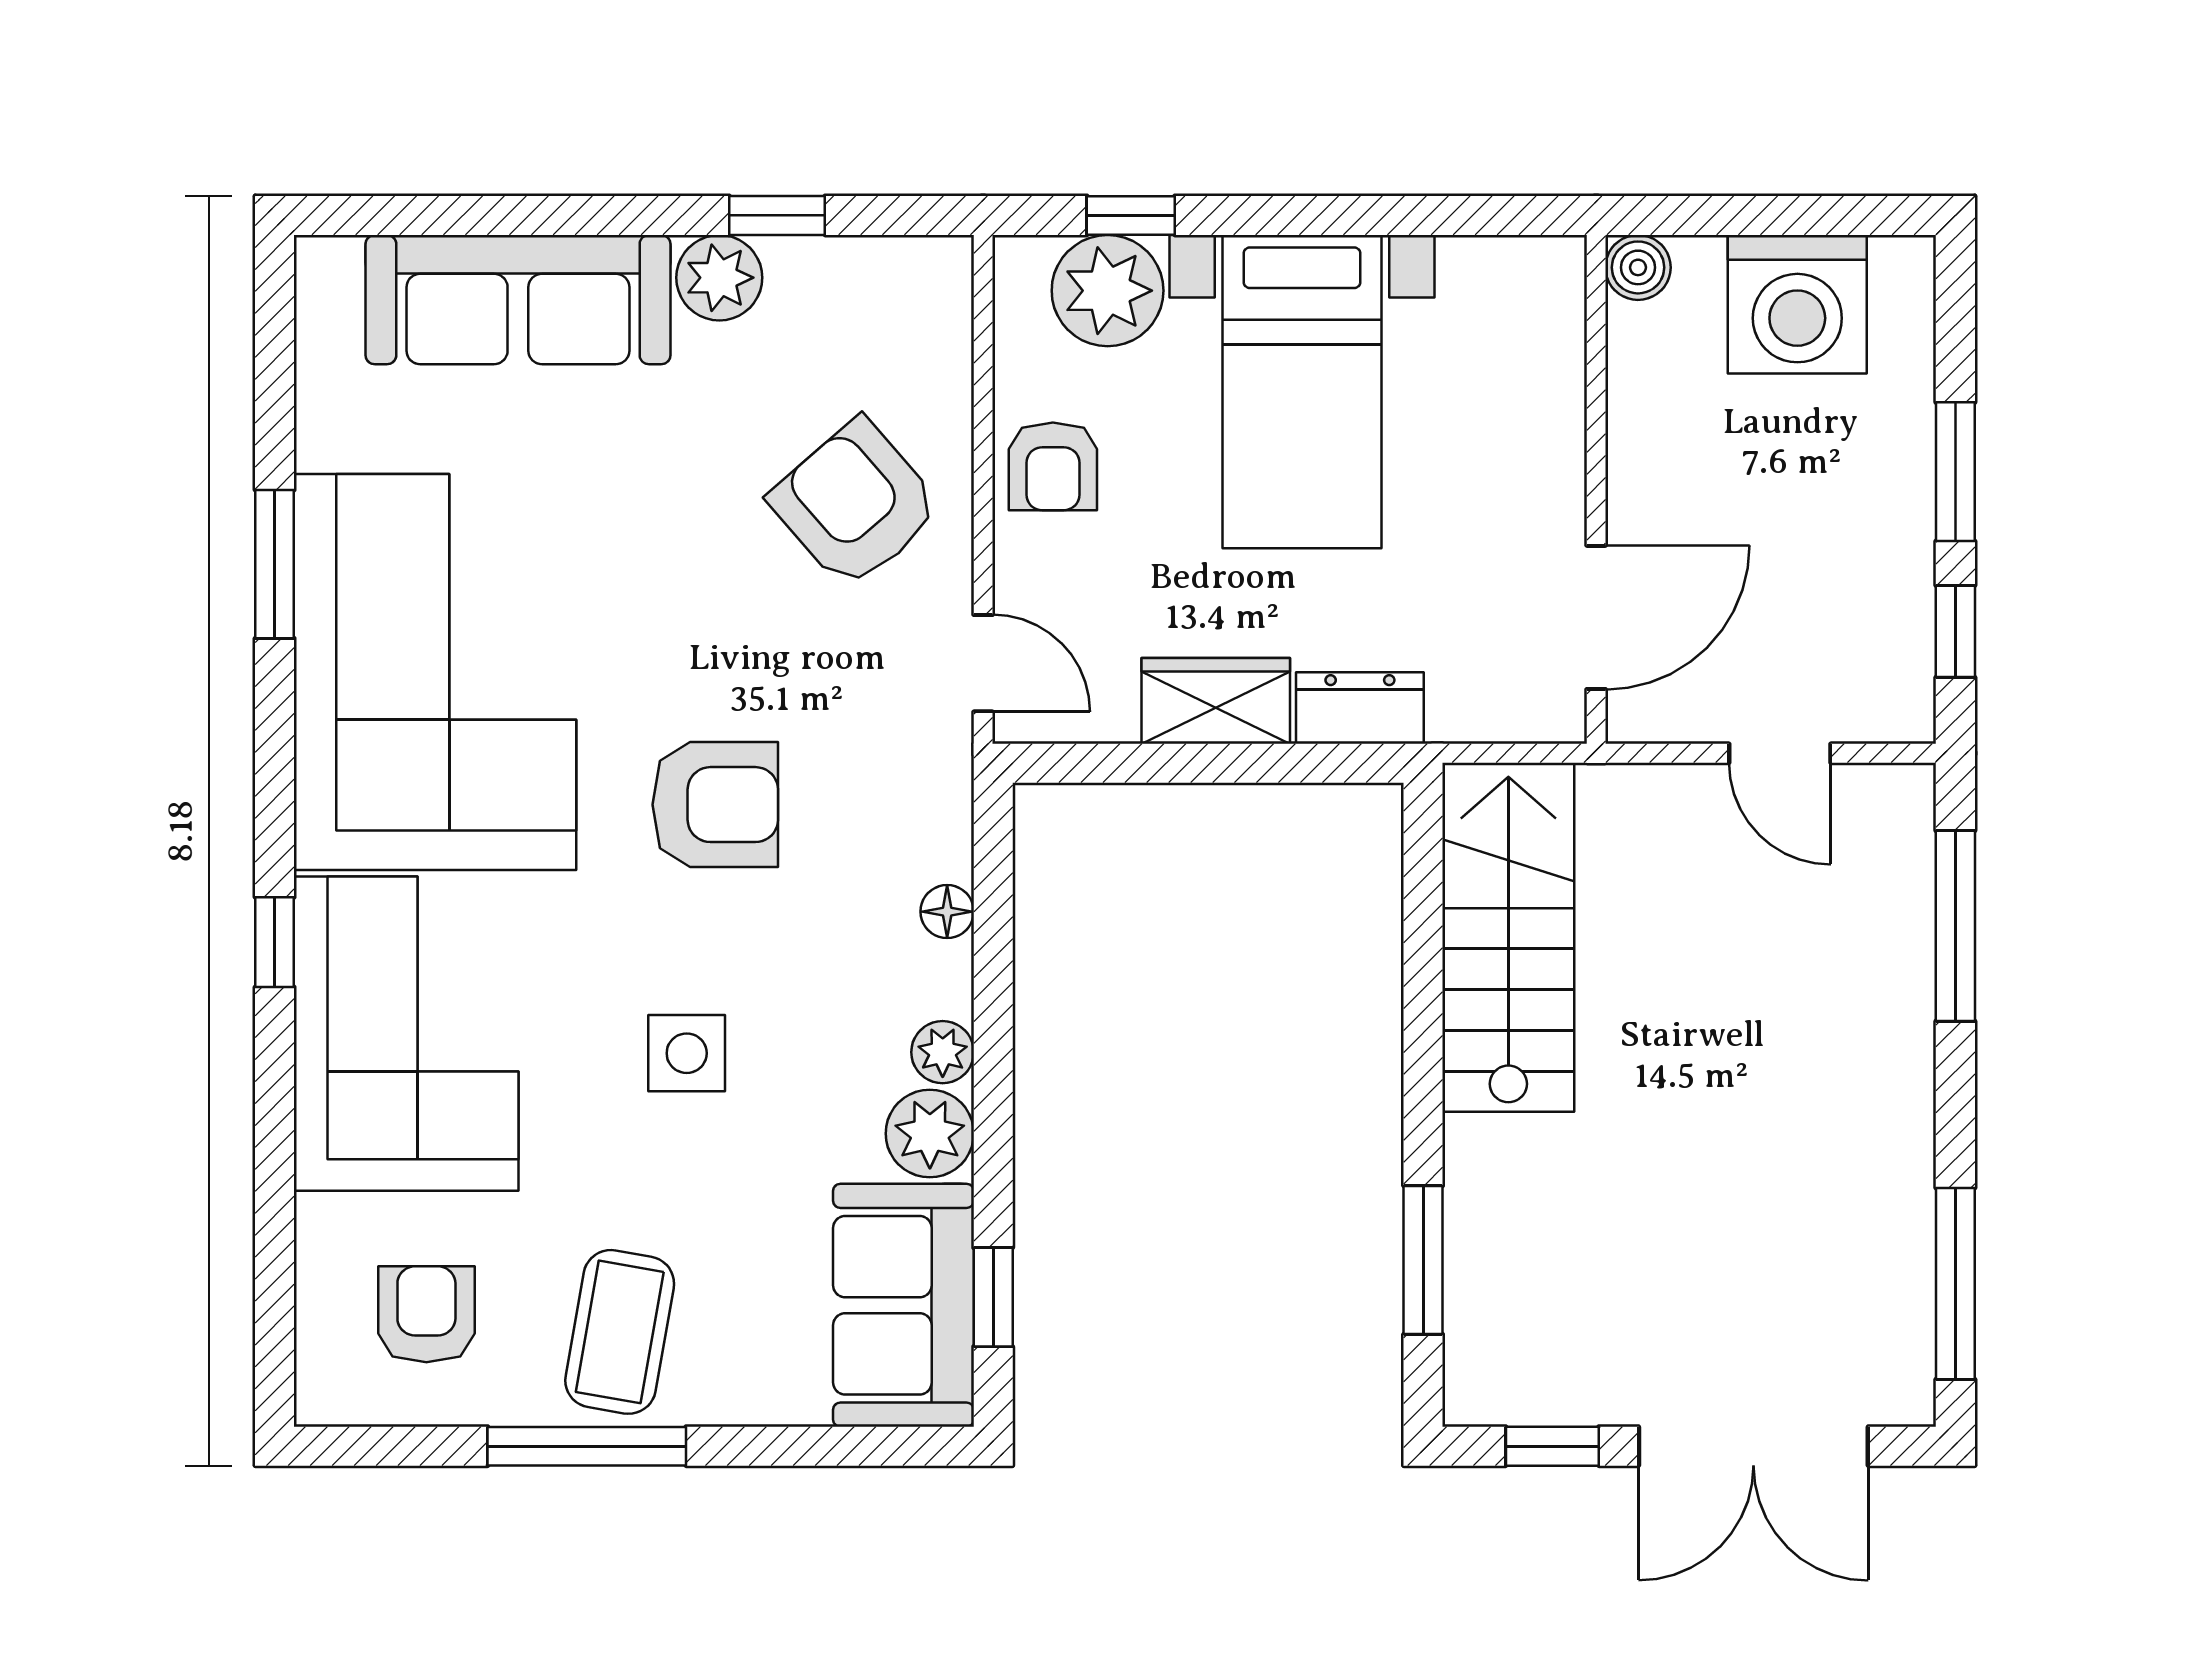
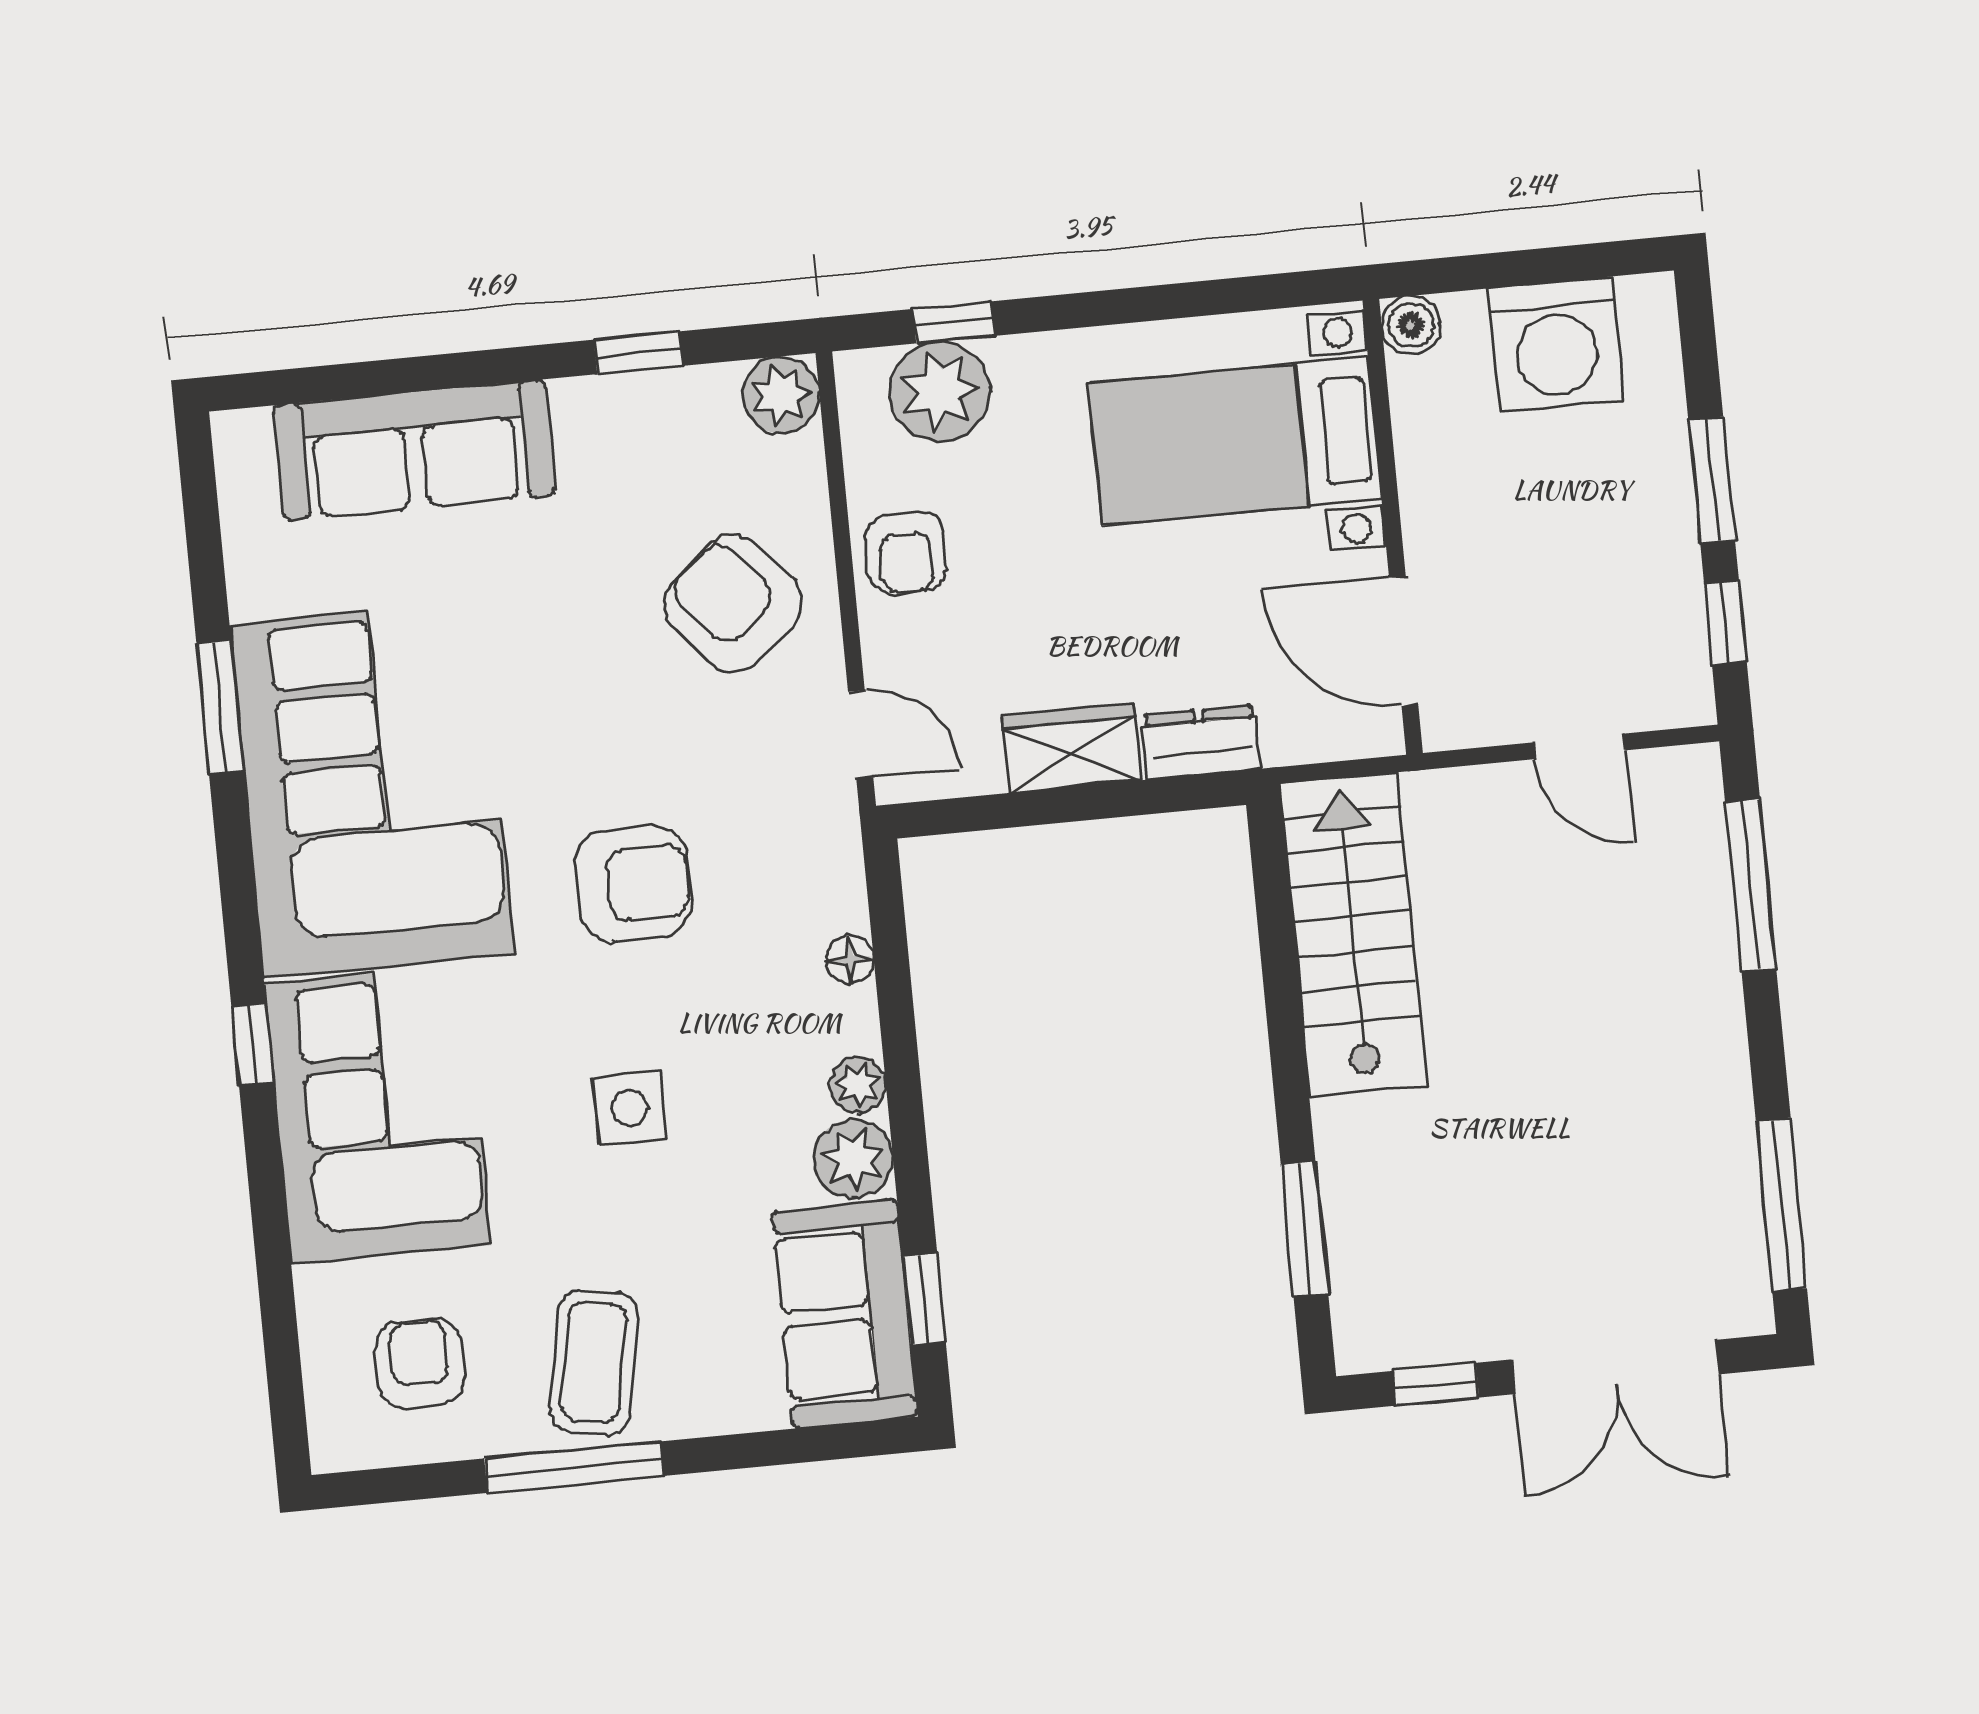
plant: (719, 278) -> (781, 395), moved
bed with nightstands: (1302, 392) -> (1235, 441), moved, turned 90
door: (1596, 617) -> (1404, 641), swing flipped

